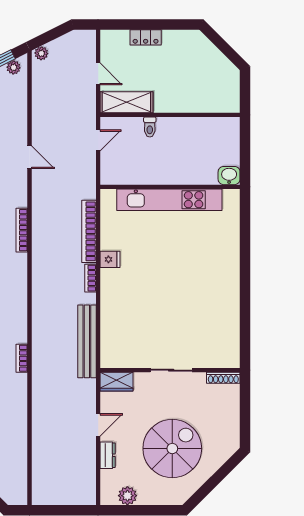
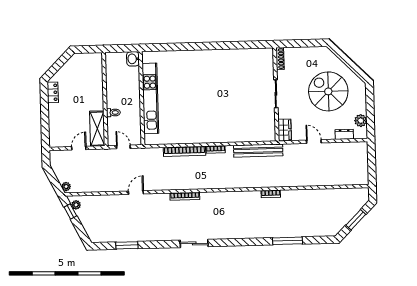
locker: (146, 37) -> (53, 92), moved
washbasin: (229, 176) -> (133, 59), moved
wall: (170, 187) -> (142, 98), moved
kitchen unit: (169, 200) -> (150, 98), moved
fridge: (110, 259) -> (203, 137), removed
dresser: (108, 455) -> (344, 134), moved

